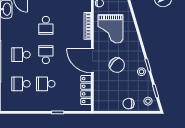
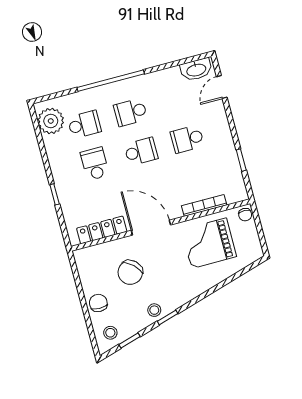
school desk: (21, 55) -> (131, 112), turned -90
door: (92, 61) -> (151, 228), hinge flipped
chair: (117, 65) -> (130, 272), moved
school desk: (21, 84) -> (84, 125), turned 90
plant: (14, 103) -> (51, 121), added

